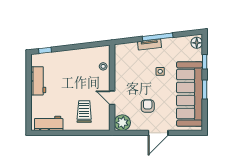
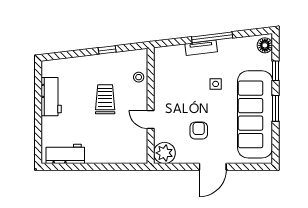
window: (45, 50) -> (107, 50), moved
trolley: (84, 111) -> (105, 99), moved

